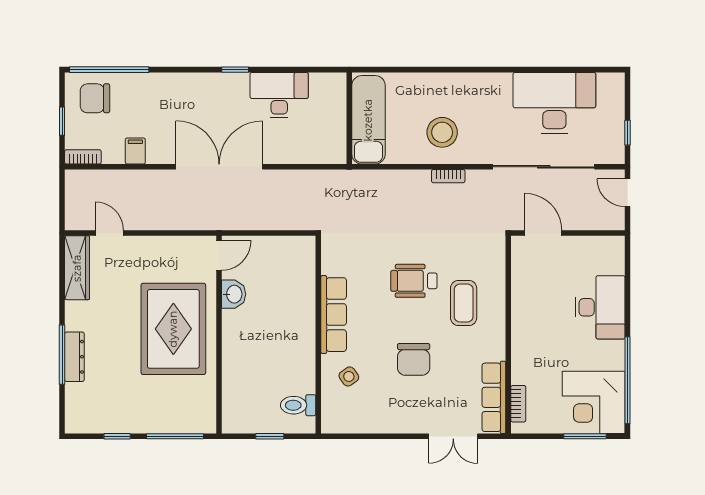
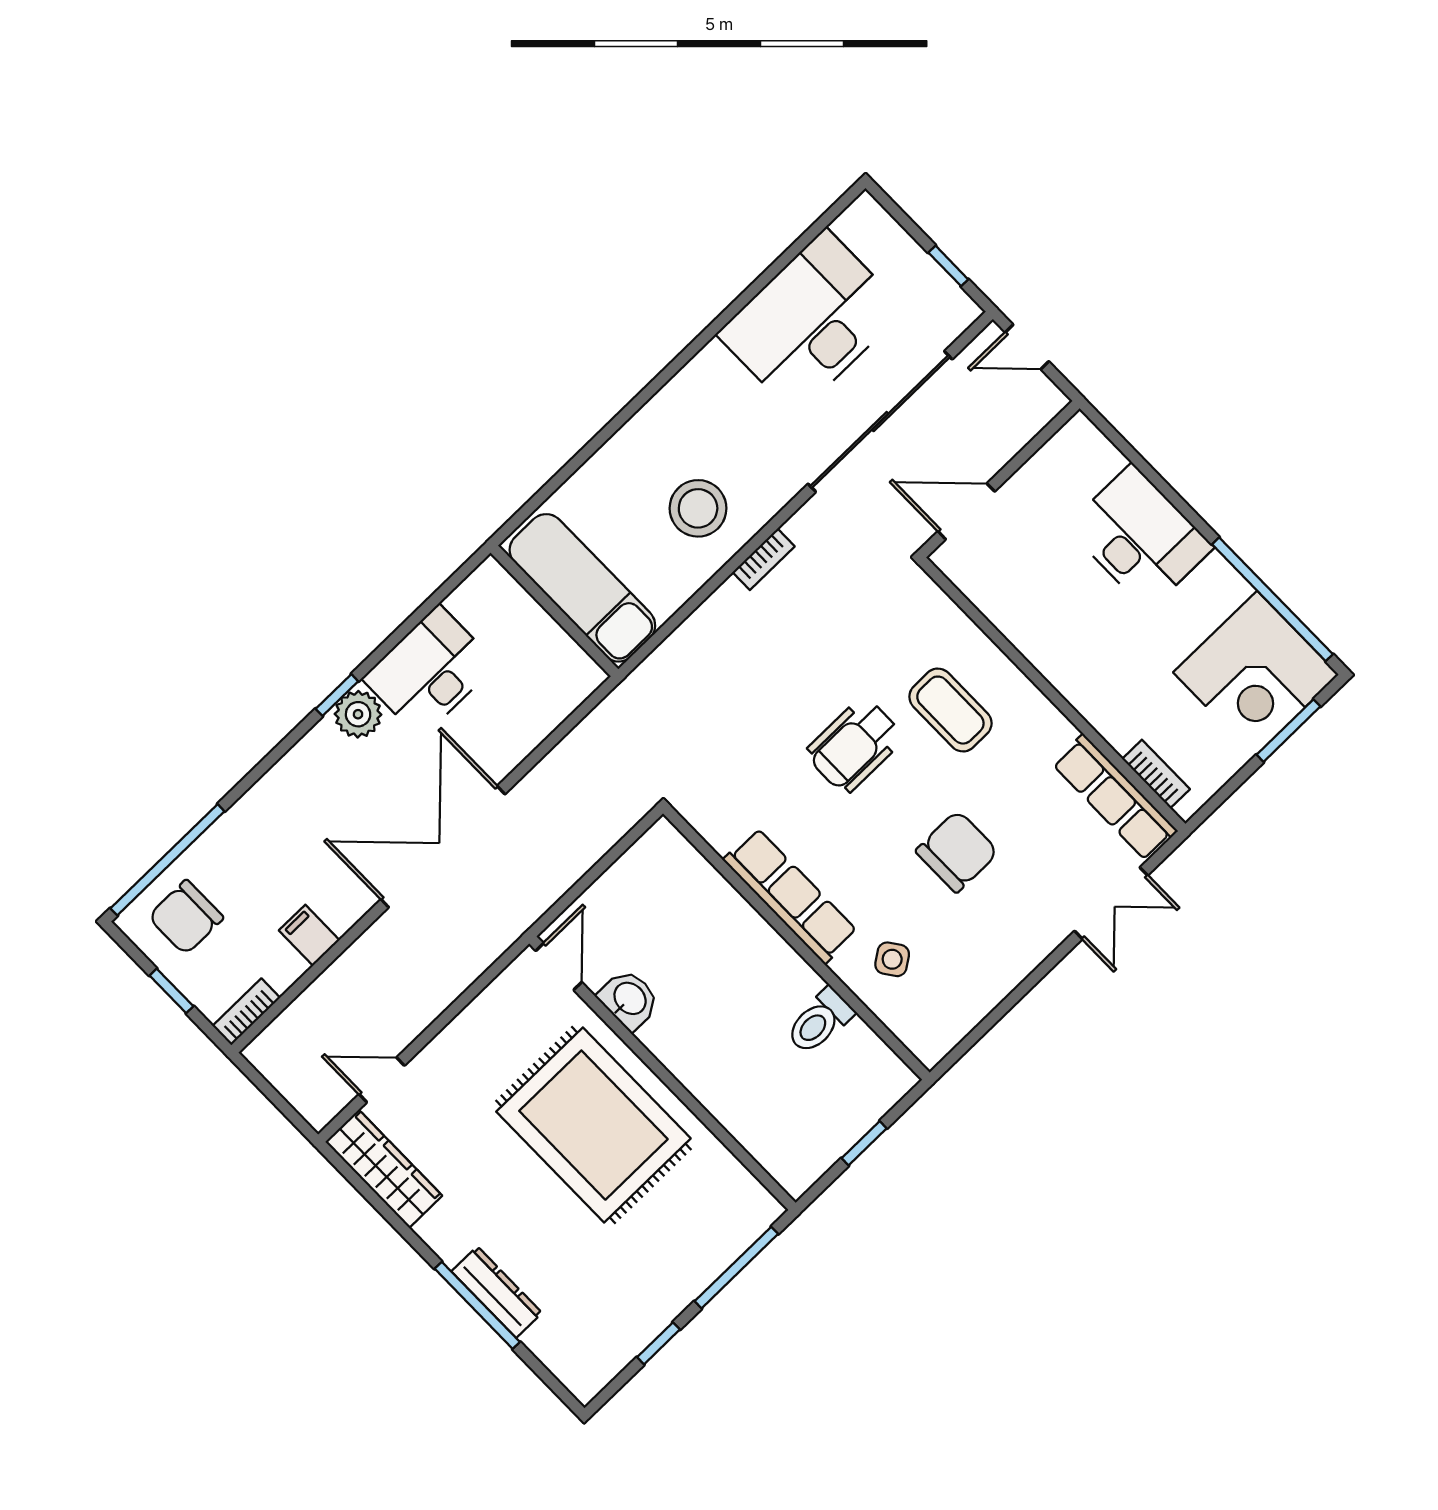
plant: (236, 85) -> (358, 714), added
chair: (414, 359) -> (957, 852), turned -90
toilet: (298, 405) -> (819, 1021), moved

